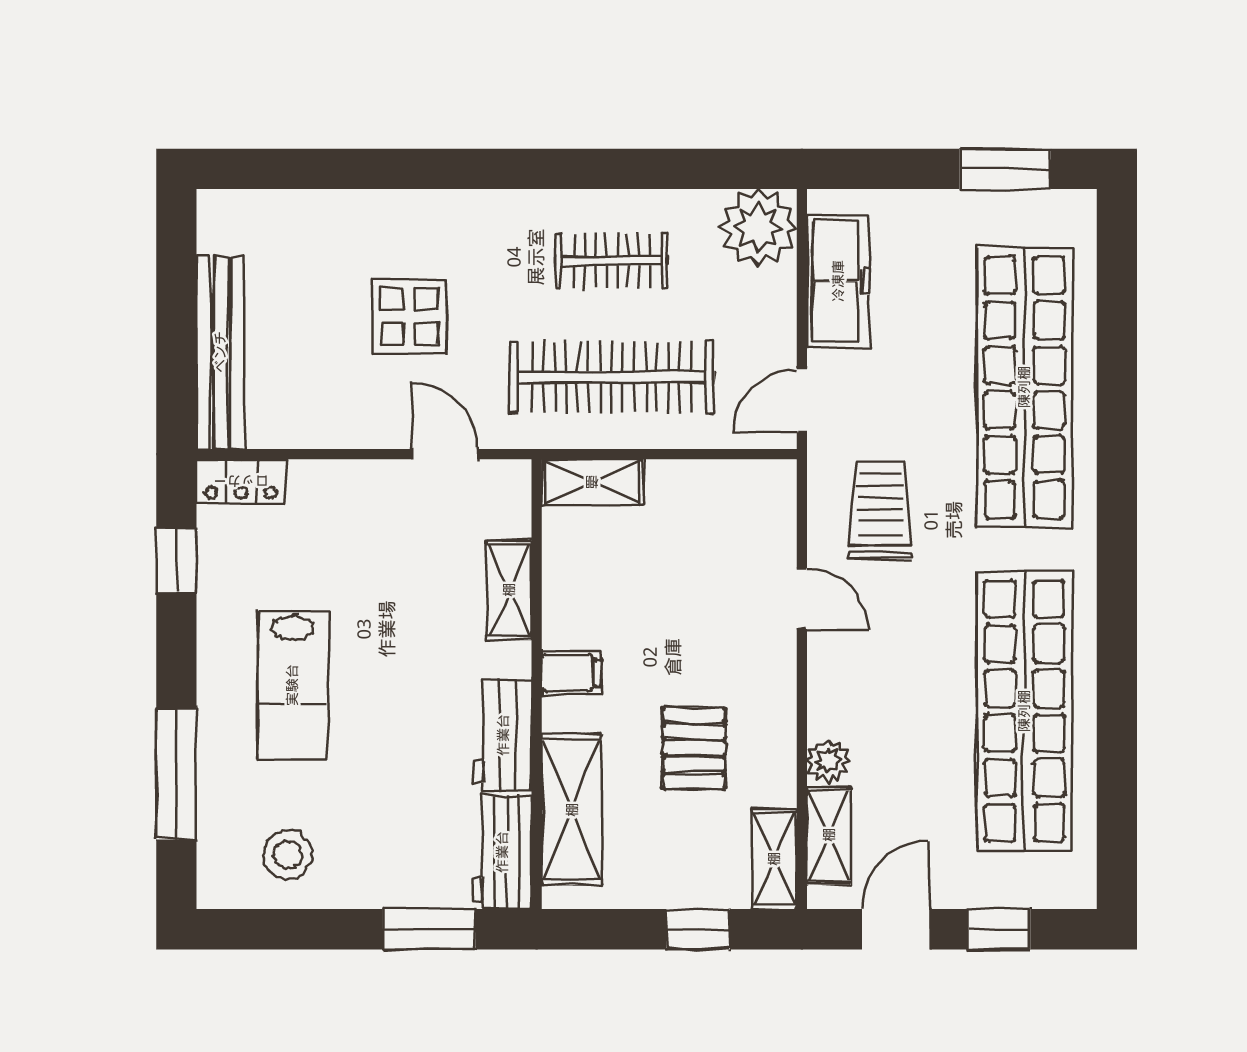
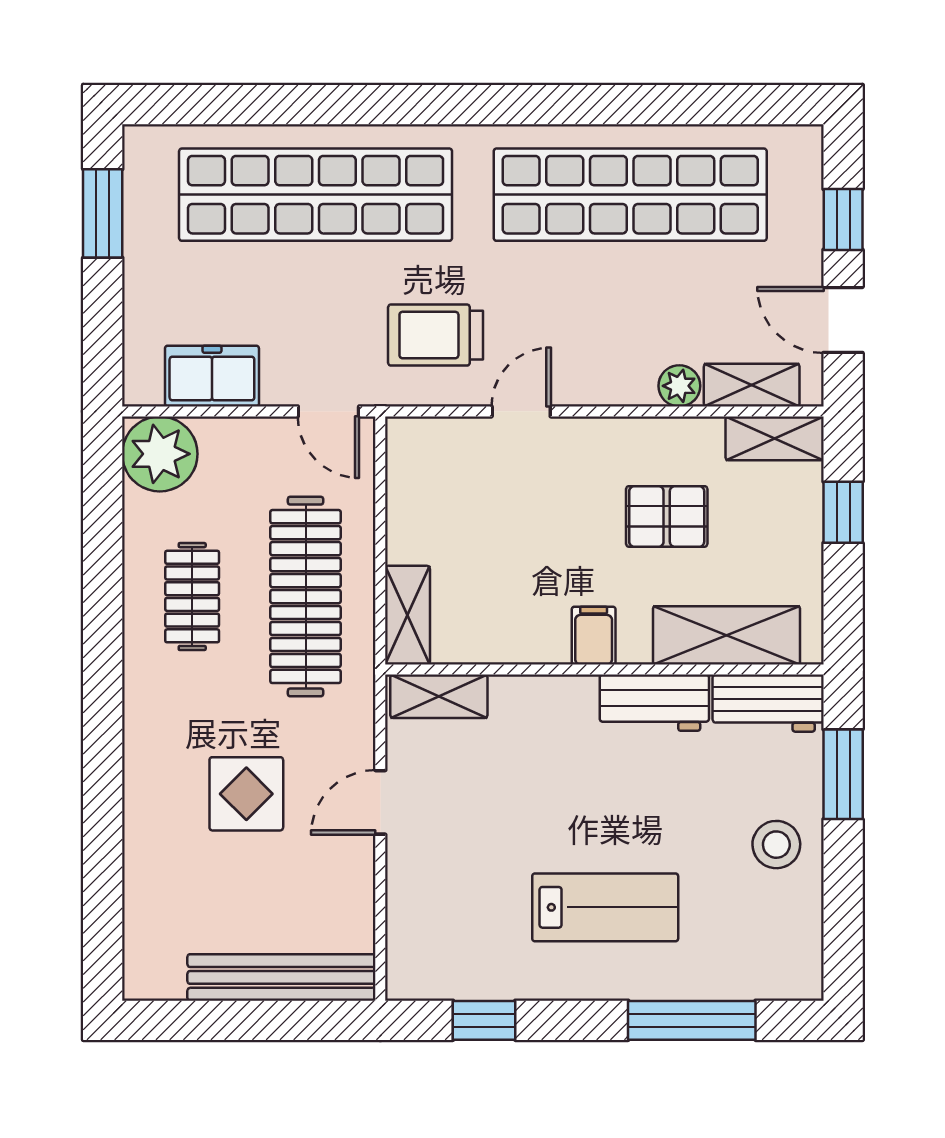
freezer: (838, 281) -> (212, 376), width x0.71
door: (444, 454) -> (380, 802), moved
locker: (241, 481) -> (407, 958), removed
shelving: (509, 590) -> (439, 696), moved
stool: (288, 854) -> (776, 845), moved

